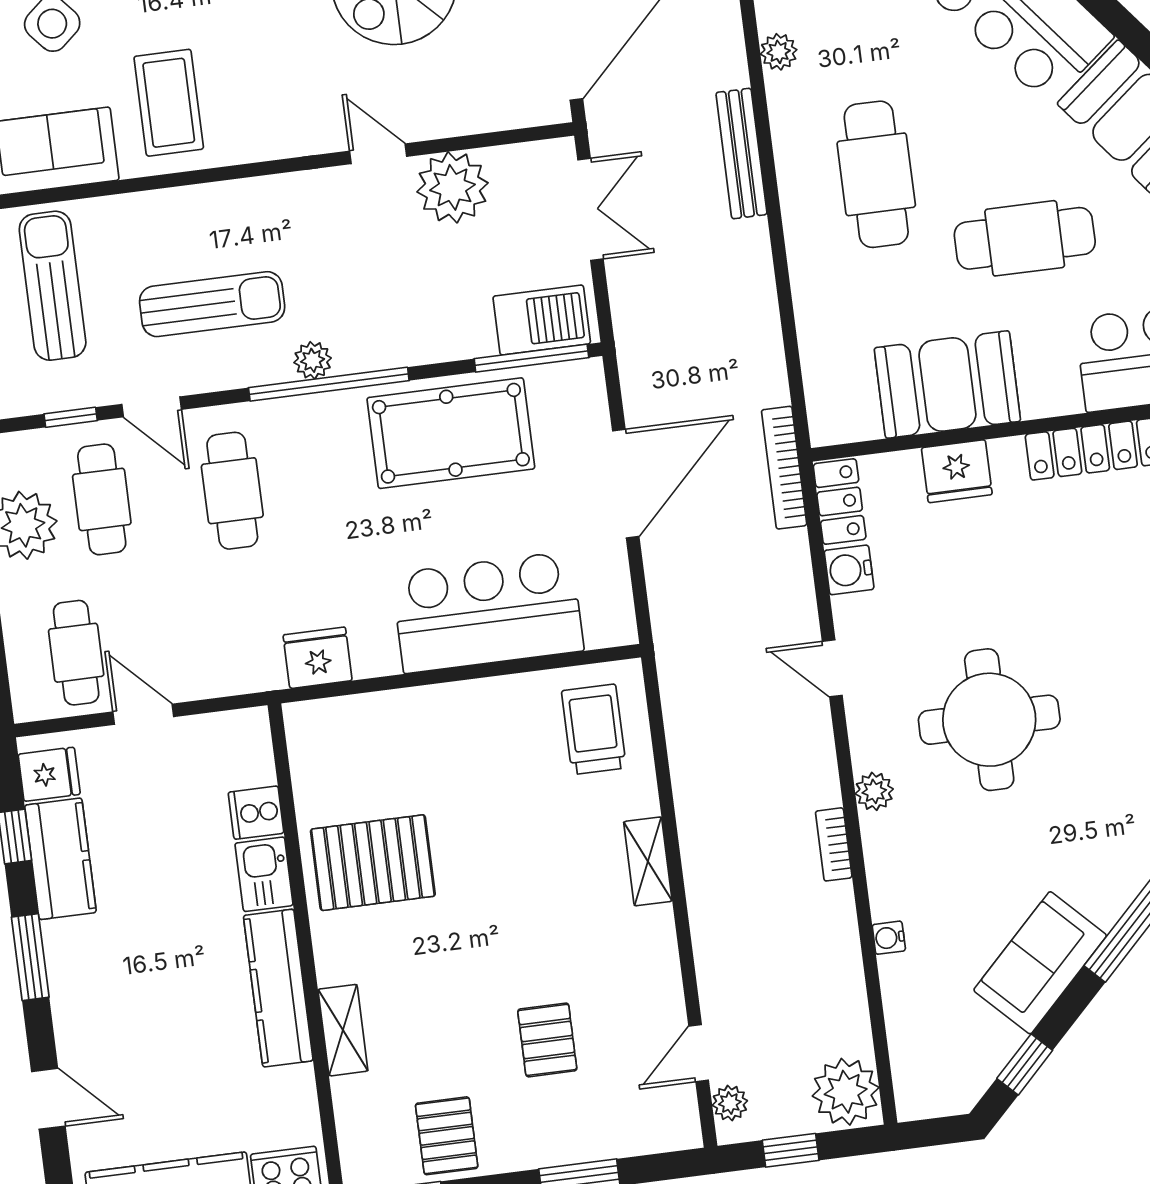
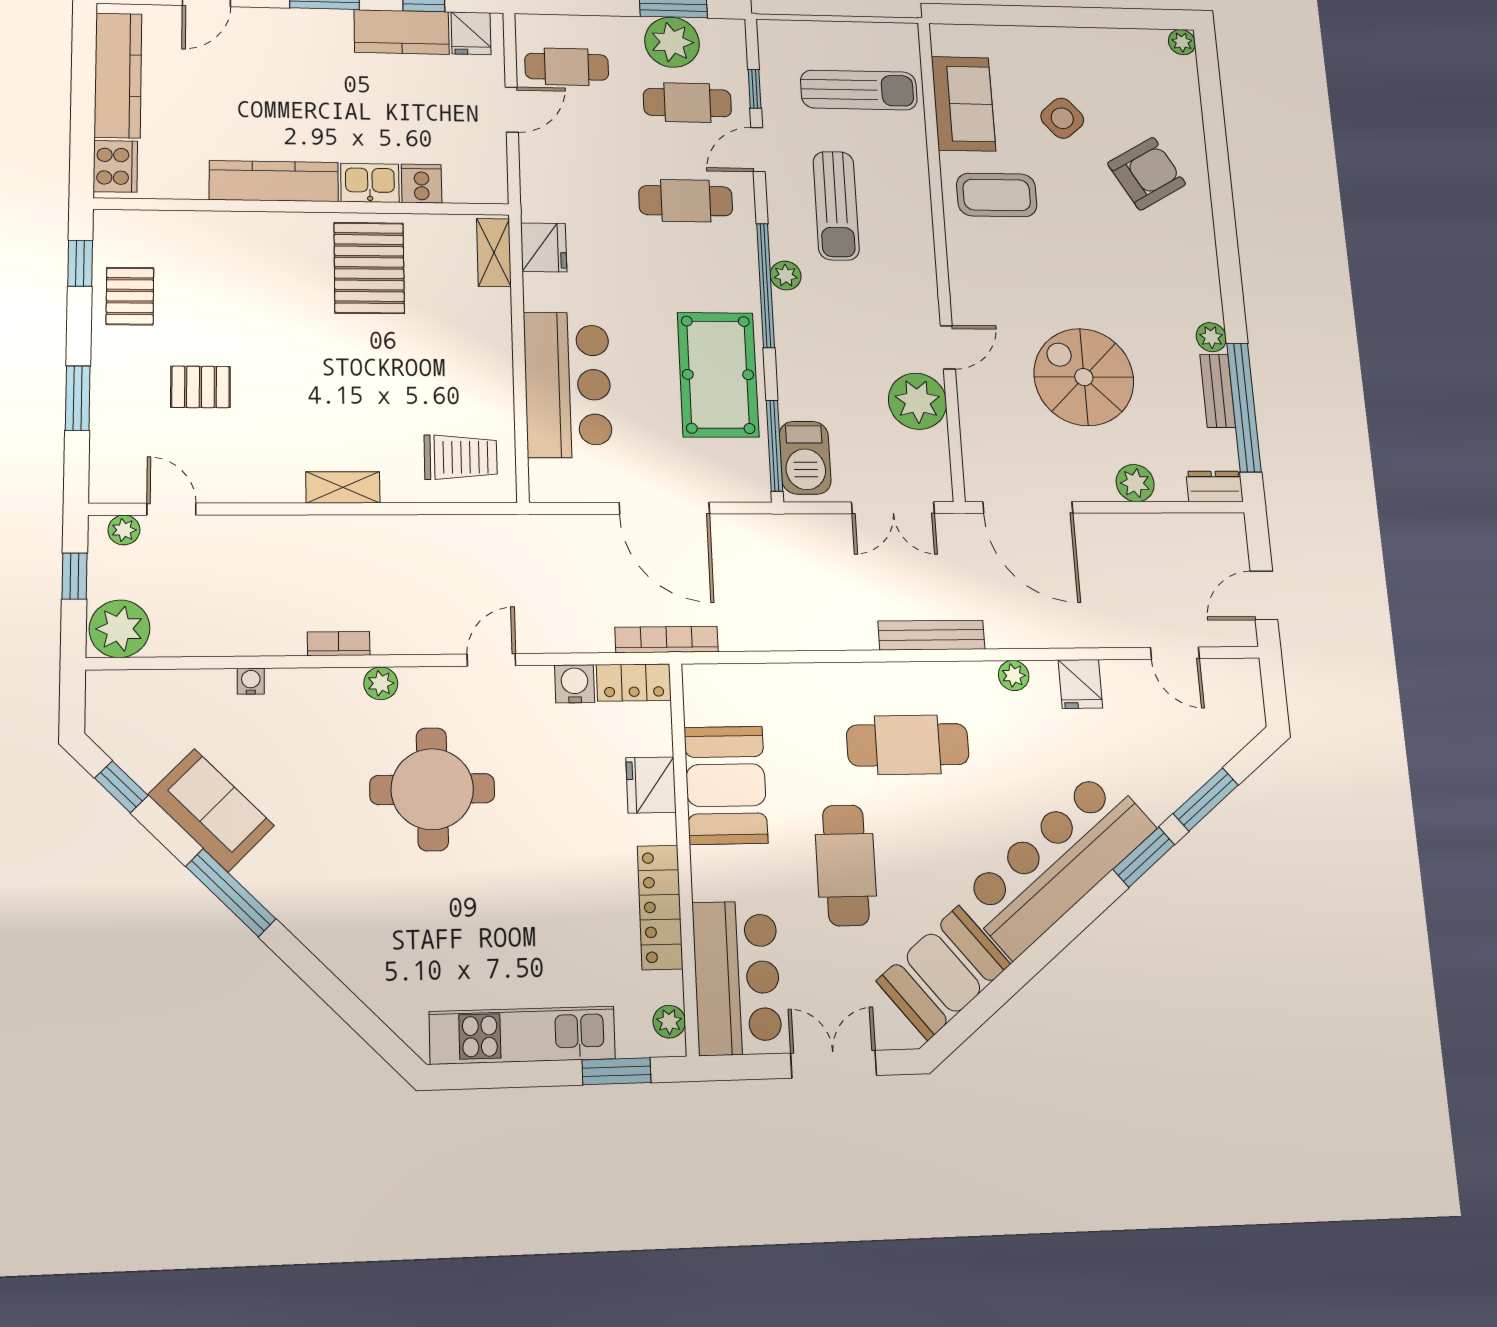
shelving: (343, 1030) -> (494, 253), moved, turned 90
pallet: (447, 1136) -> (130, 296), turned 90

